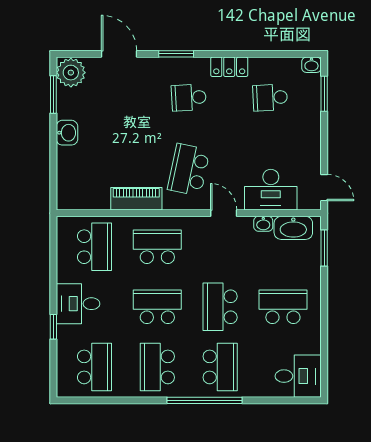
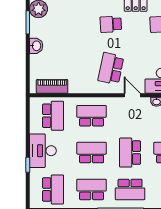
piano: (136, 199) -> (52, 86), moved
desk: (78, 304) -> (43, 151), width x1.37
school desk: (157, 367) -> (92, 189), turned 90
school desk: (220, 367) -> (130, 189), turned 90

